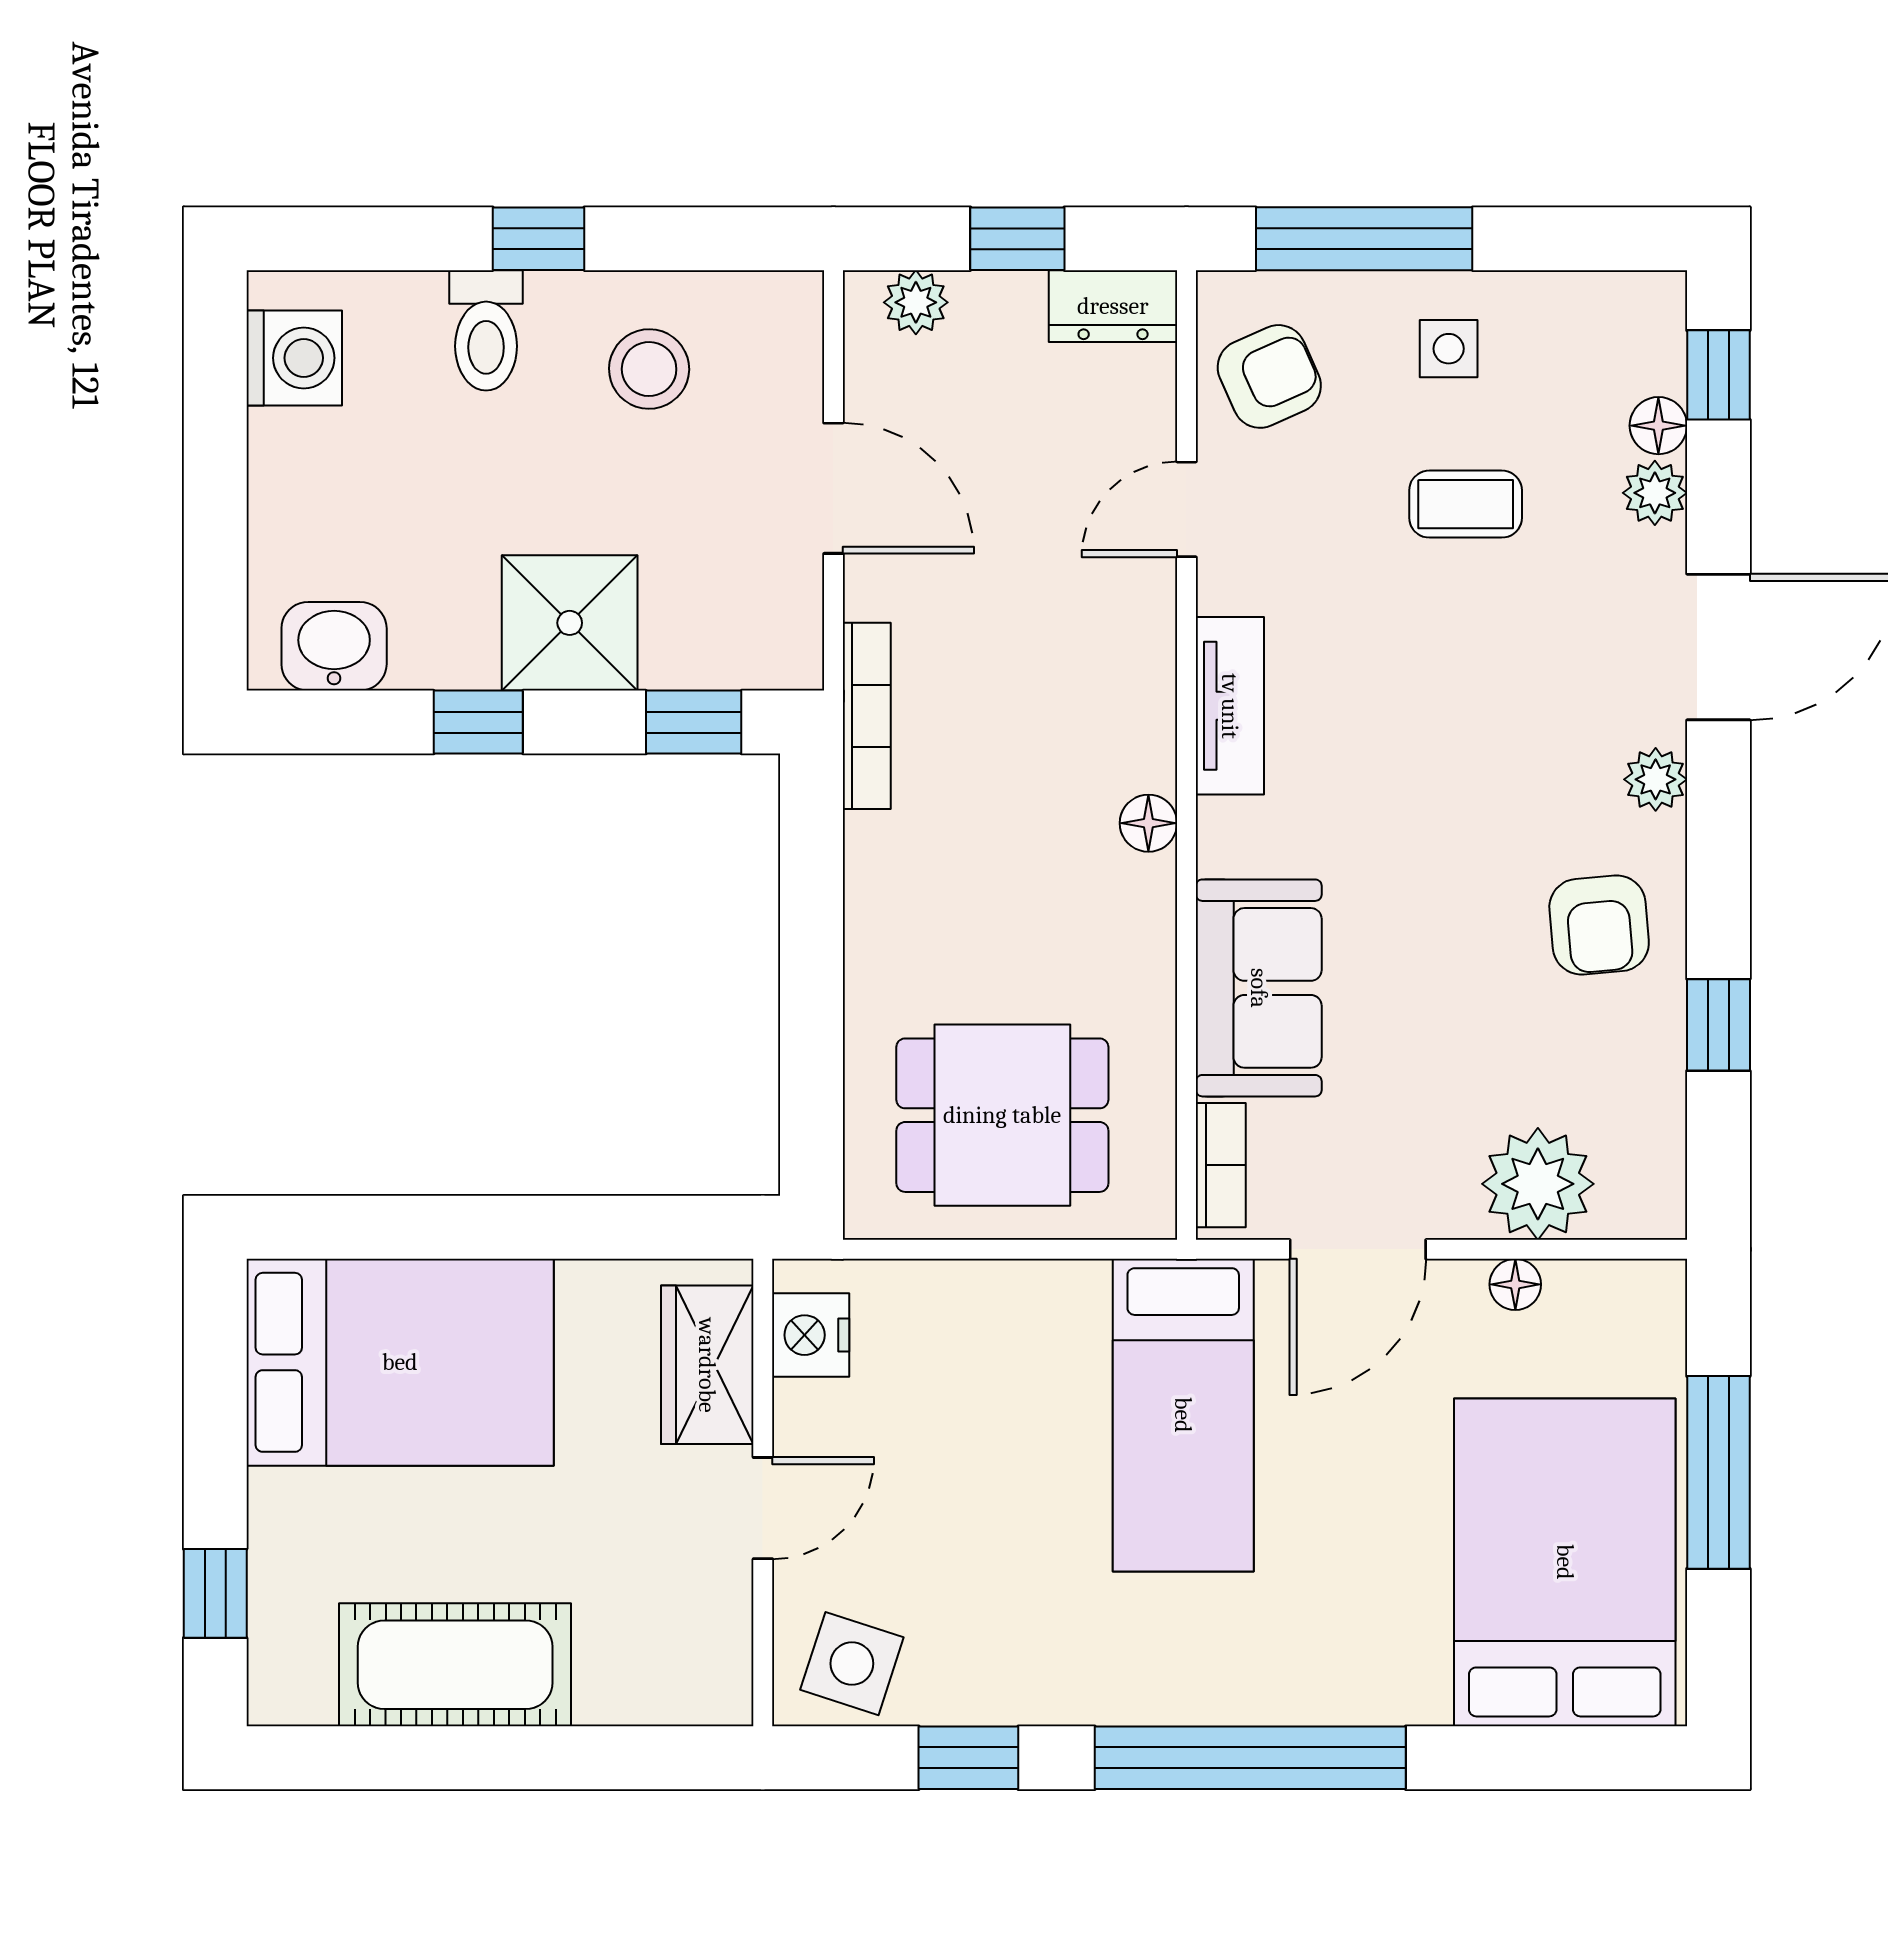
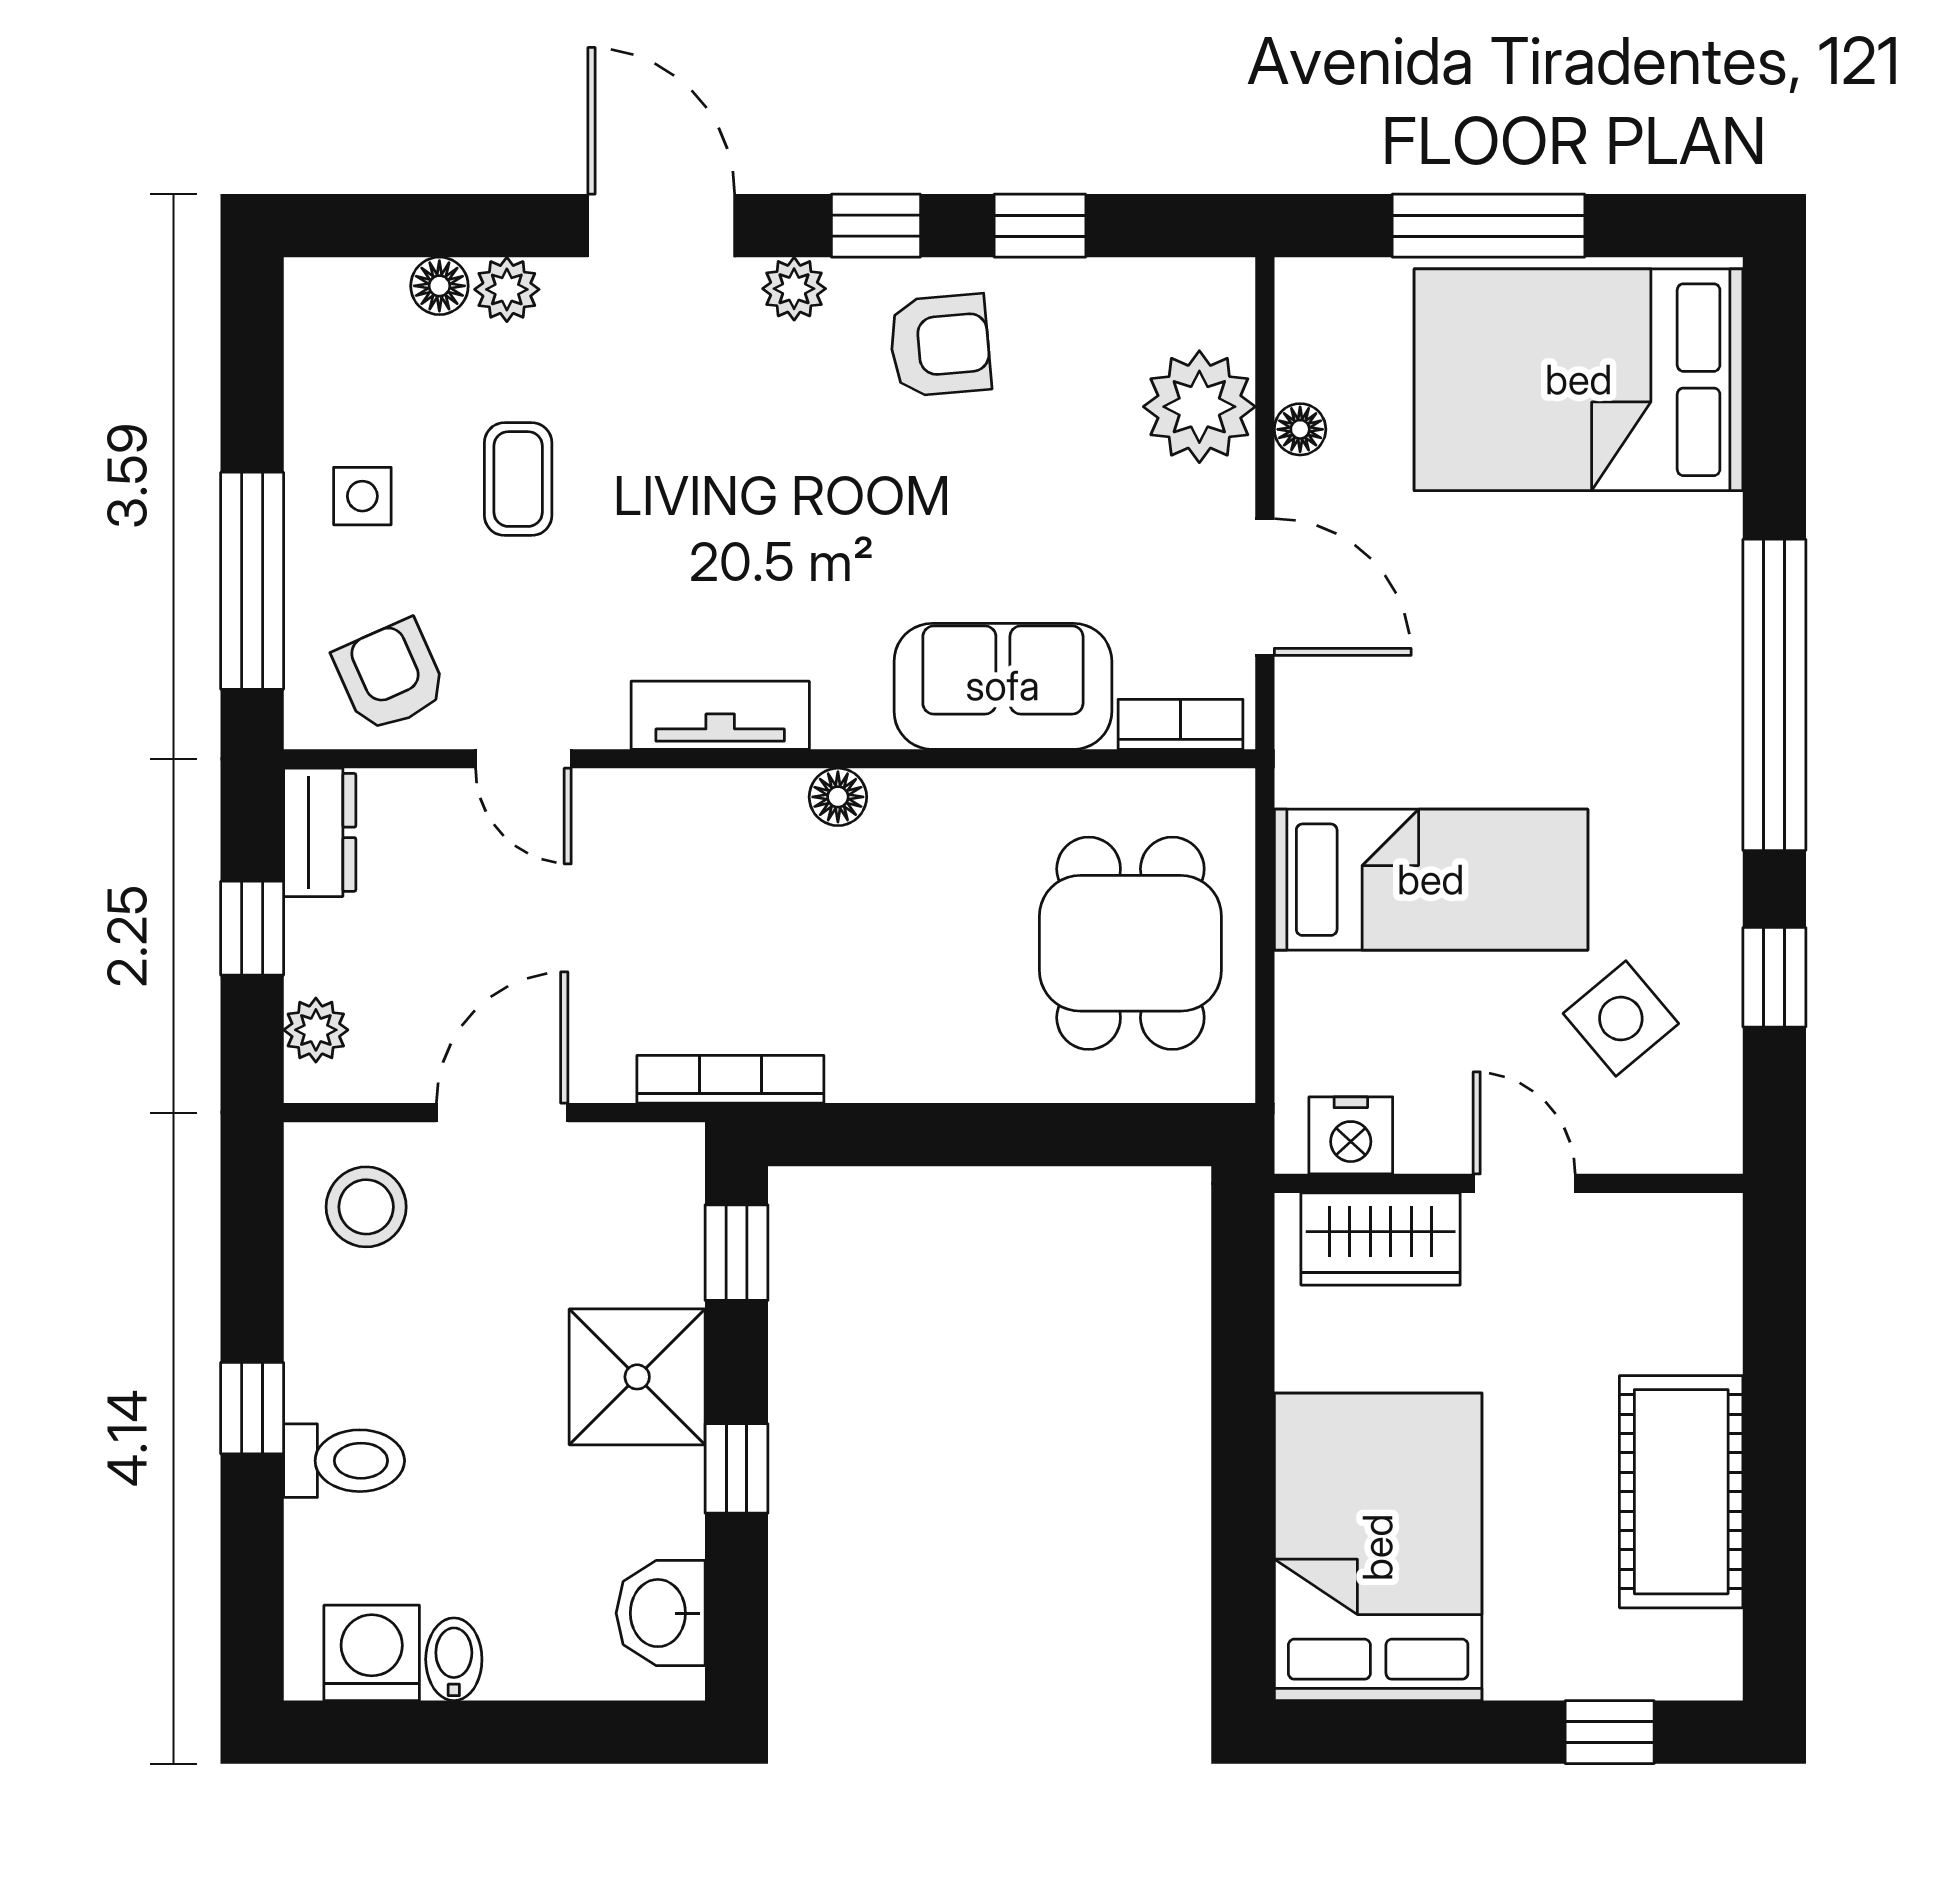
stool: (649, 369) -> (366, 1207), moved
window: (1718, 375) -> (876, 226), moved
bidet: (288, 440) -> (454, 1659), added
bed: (1183, 1415) -> (1431, 880), moved
side table: (852, 1664) -> (1621, 1019), moved, turned 32

